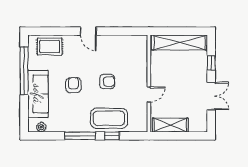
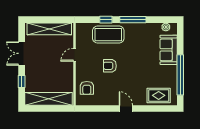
armchair: (73, 85) -> (87, 88), moved
sofa: (38, 94) -> (169, 50), width x0.73
shelving: (170, 125) -> (49, 29), width x1.47

